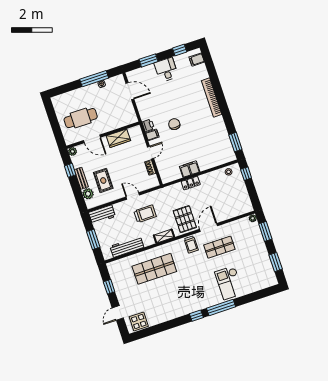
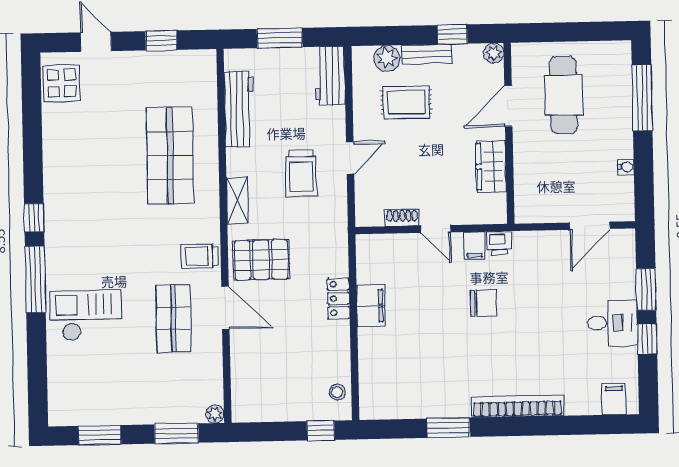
window: (180, 50) -> (647, 339), moved
window: (94, 79) -> (642, 98), moved
window: (235, 142) -> (448, 428), moved

